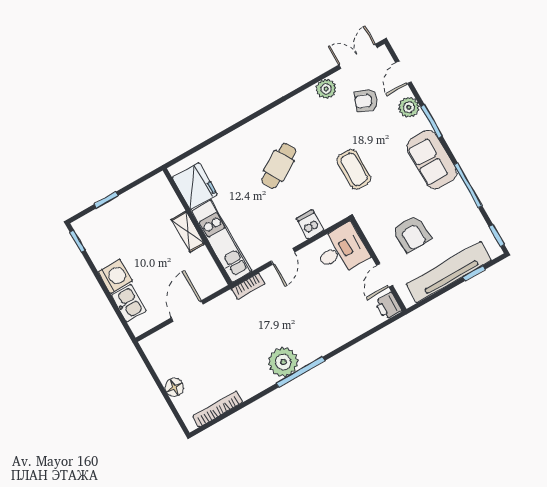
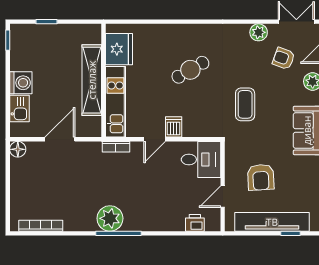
dishwasher: (310, 224) -> (174, 127), moved
shelving: (188, 232) -> (92, 80), width x2.20, depth x1.33
printer: (388, 306) -> (195, 223), moved, turned 90
floor lamp: (174, 387) -> (18, 149), moved

